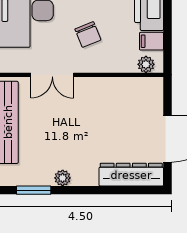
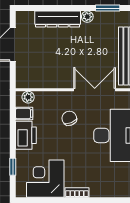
double door: (52, 75) -> (95, 90), width x1.37
dresser: (131, 175) -> (58, 19), moved

